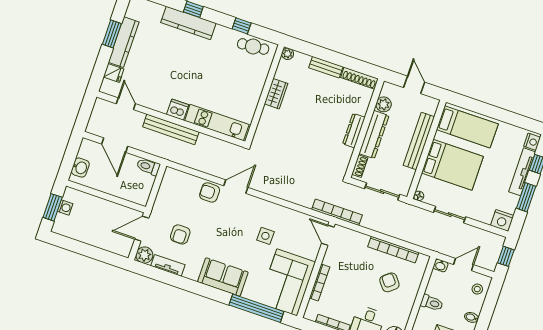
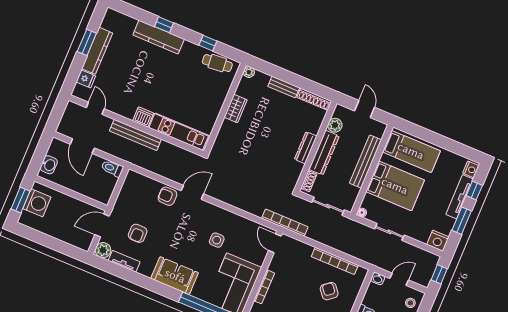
washing machine: (65, 207) -> (37, 203), width x1.89, depth x1.89

